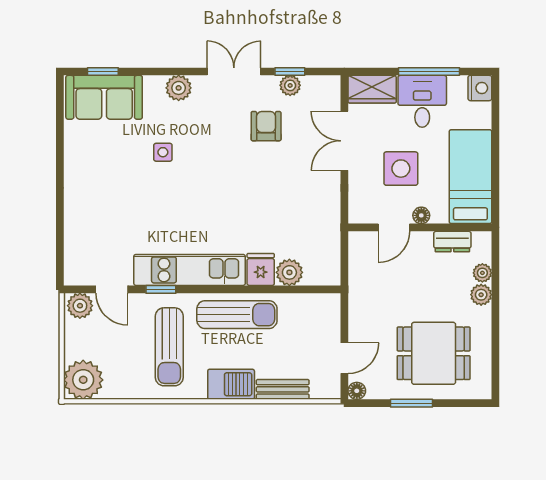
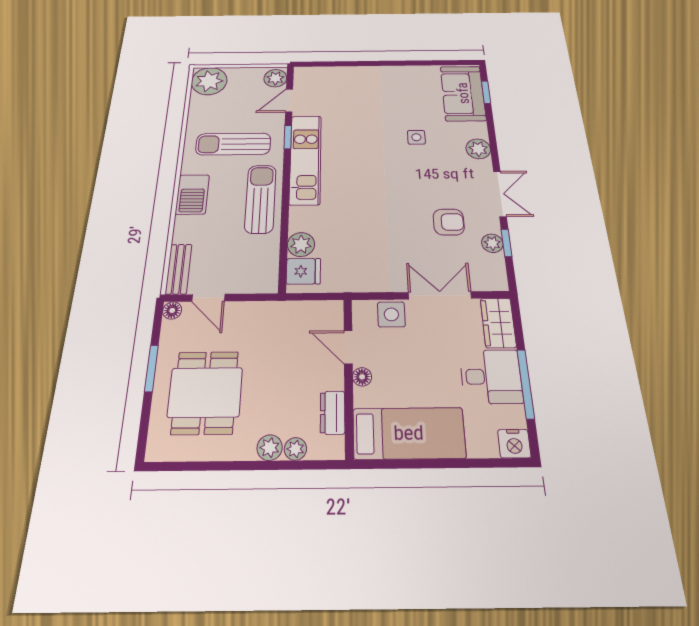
side table: (401, 169) -> (391, 314), moved, width x0.73, depth x0.73
fridge: (261, 269) -> (303, 271), moved
sun lounger: (237, 315) -> (260, 199), turned 180
bench: (283, 389) -> (179, 269), moved

